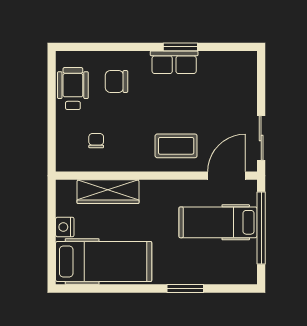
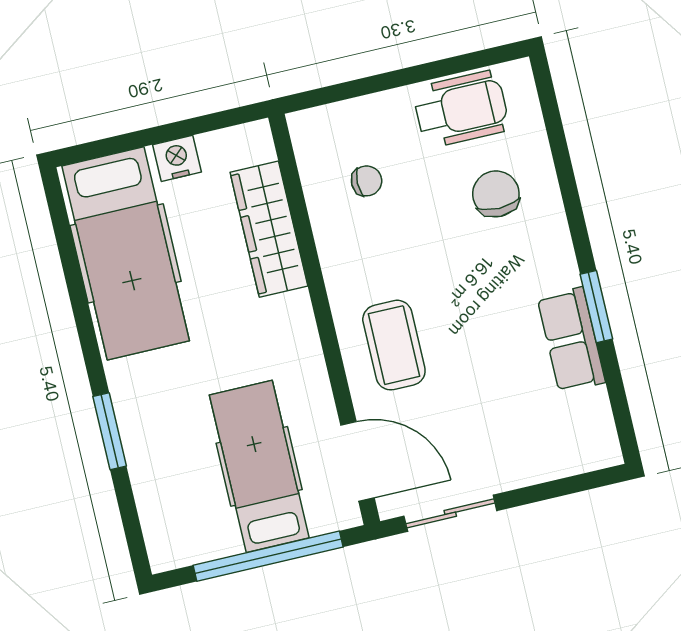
row of seats: (174, 62) -> (571, 340), moved

